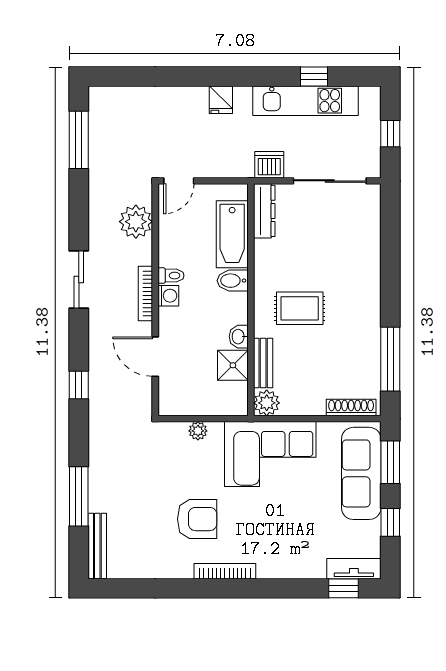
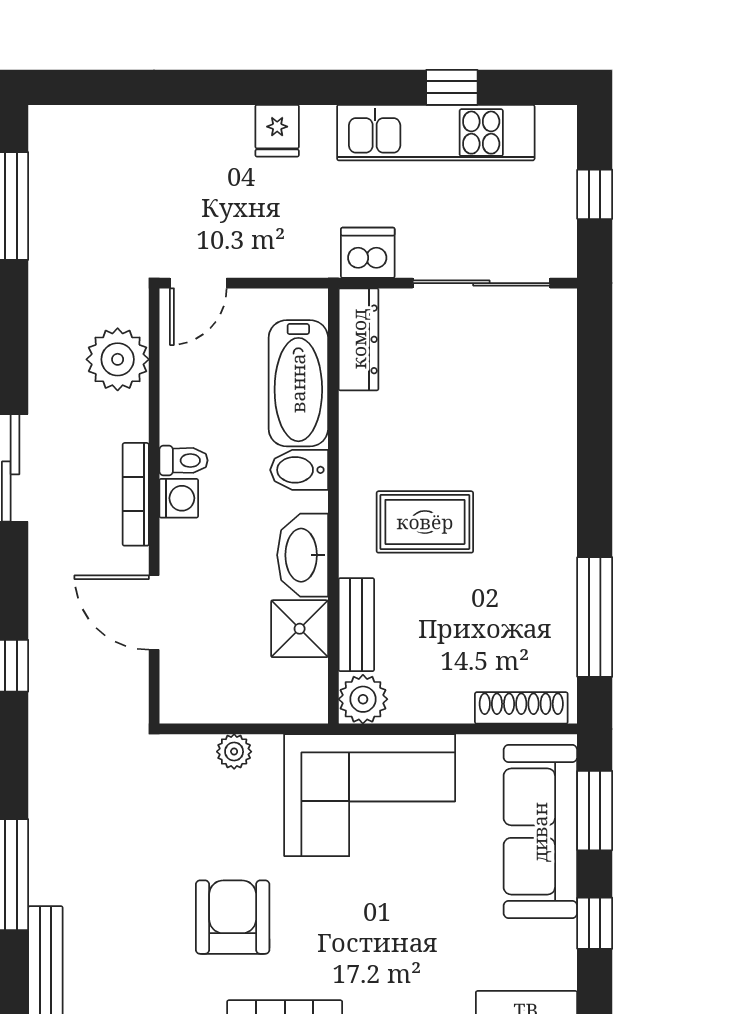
washbasin: (239, 337) -> (303, 555), width x1.91, depth x1.45
armchair: (197, 519) -> (233, 917), turned -90

